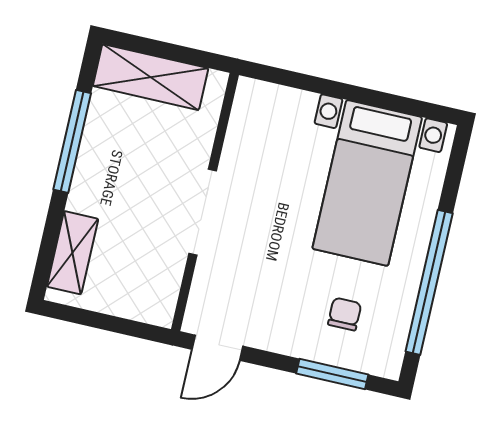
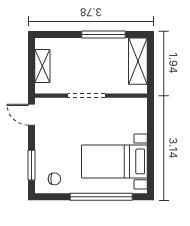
shelving: (73, 253) -> (42, 66), moved, turned 90
window: (429, 282) -> (101, 197), moved
chair: (345, 314) -> (54, 179), moved

